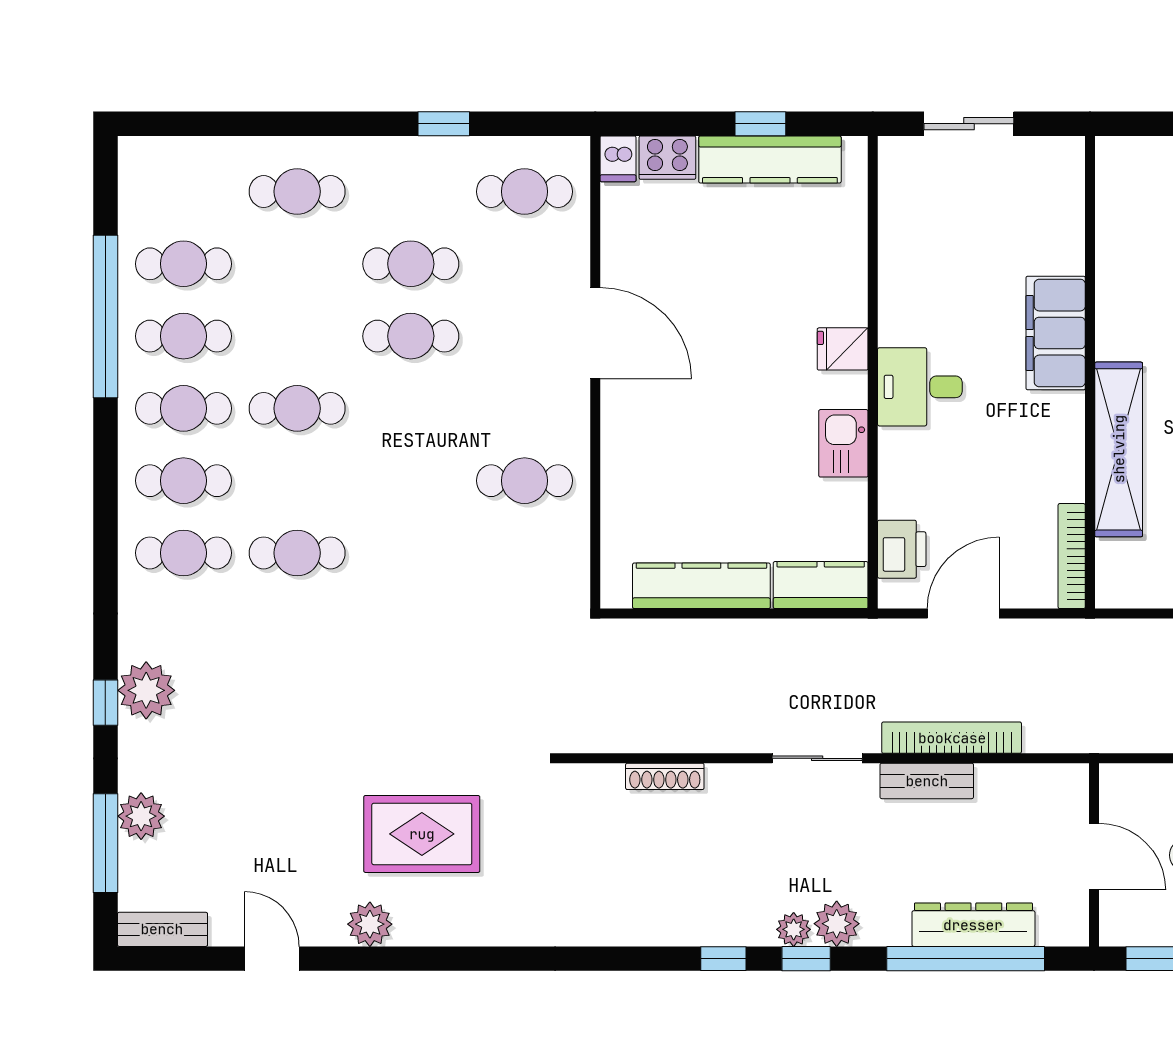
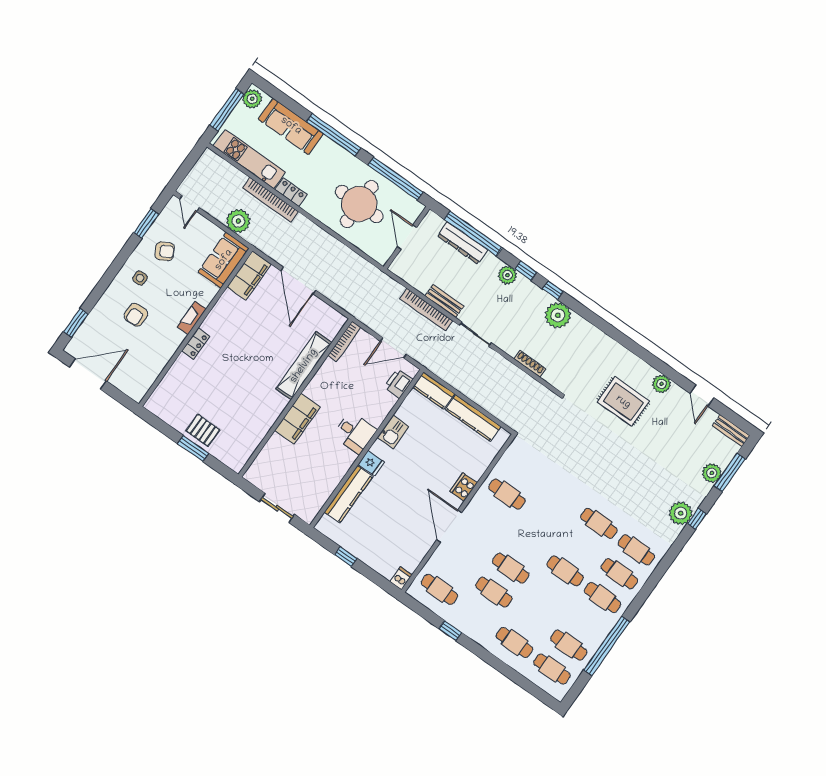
cooker: (667, 158) -> (464, 487), moved, turned -90
kitchen counter: (770, 159) -> (348, 494), moved, turned 90
cafe table: (183, 336) -> (552, 669), moved
plant: (794, 929) -> (558, 315), moved, width x1.88, depth x1.88

